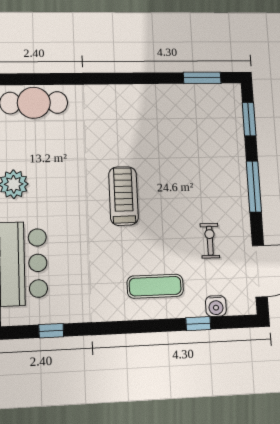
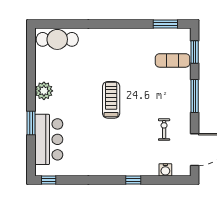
exercise mat: (155, 286) -> (173, 60), moved
window: (198, 324) -> (133, 180), moved
window: (51, 331) -> (49, 180), moved

